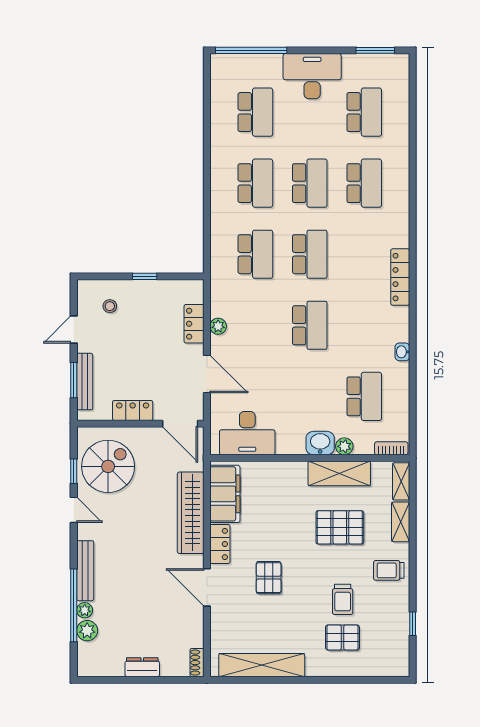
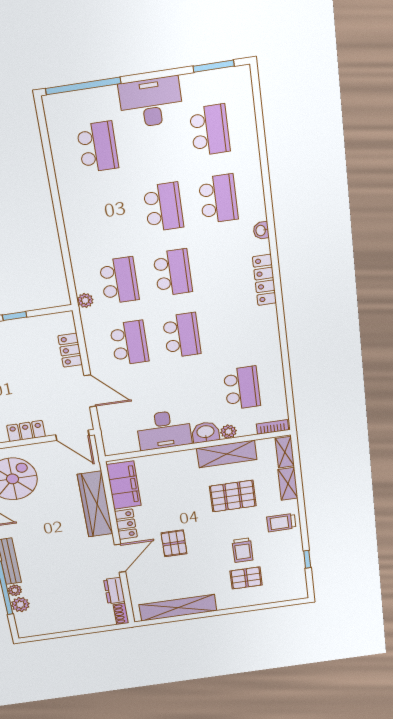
school desk: (255, 183) -> (129, 343), moved
plant: (218, 326) -> (85, 300), moved
washbasin: (402, 352) -> (261, 230), moved
desk: (247, 433) -> (164, 430), moved
door: (207, 587) -> (120, 558), swing flipped
dresser: (142, 667) -> (114, 591), moved, turned -90

